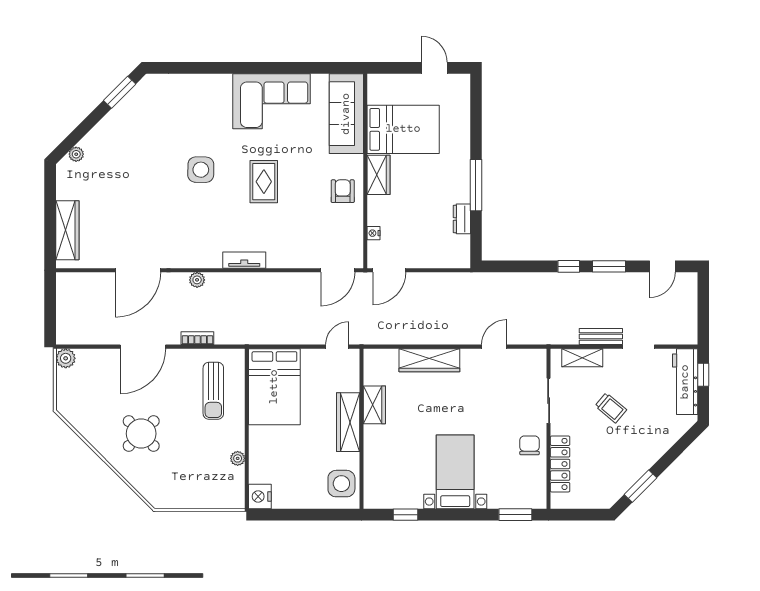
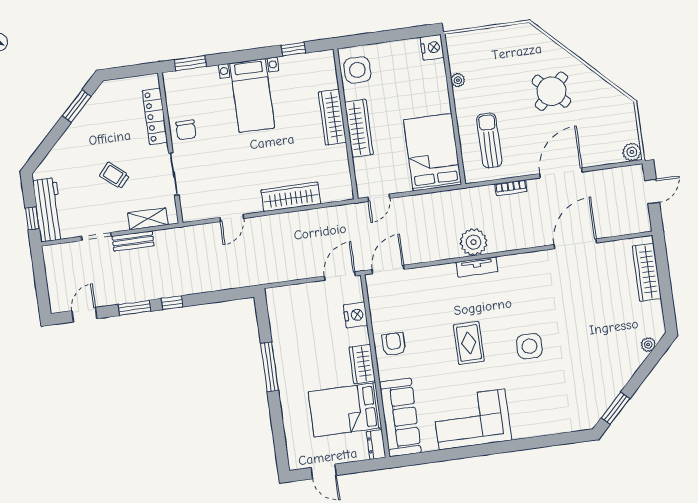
armchair: (343, 191) -> (394, 344), turned 180
dresser: (462, 219) -> (376, 445), moved, turned 180
nightstand: (373, 233) -> (356, 315), width x1.89, depth x1.79
plant: (197, 280) -> (474, 242), moved, width x1.88, depth x1.88
door: (50, 314) -> (652, 191), added
wardrobe: (374, 405) -> (332, 117), moved, width x1.50

